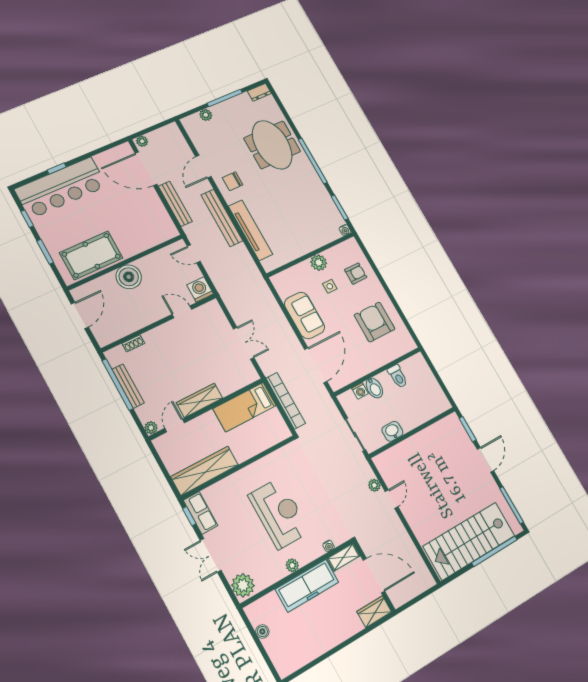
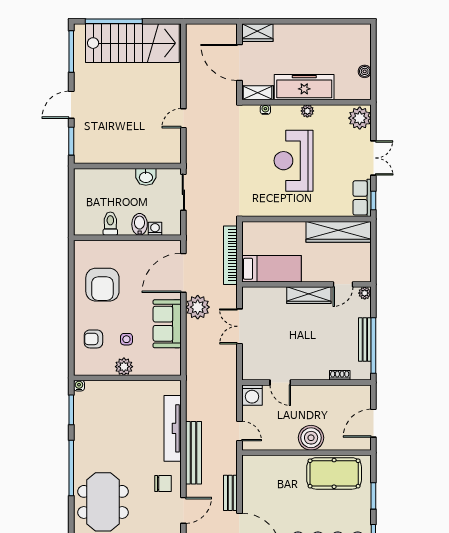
bench: (175, 204) -> (230, 493), width x0.73
plant: (374, 485) -> (198, 307), moved, width x1.87, depth x1.87

